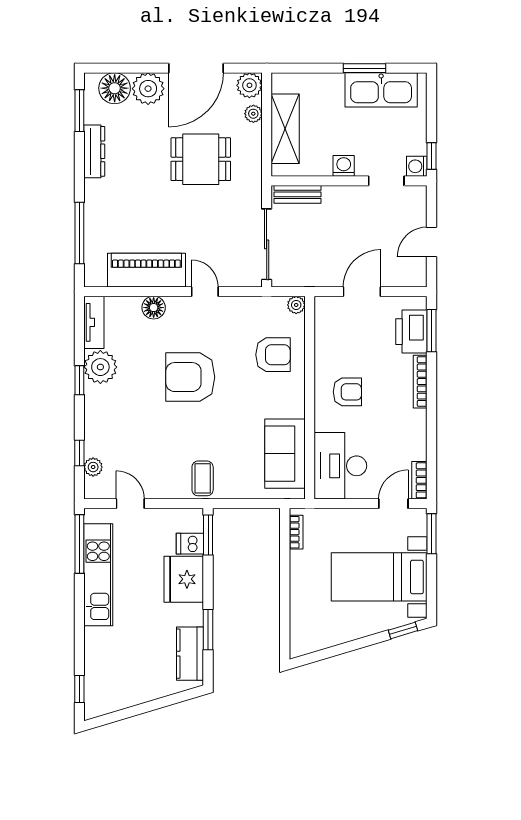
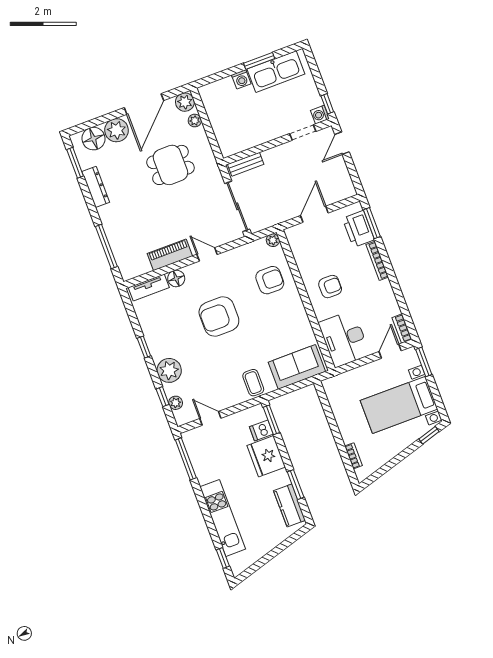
shelving: (285, 129) -> (220, 123), removed
washing machine: (344, 166) -> (241, 79), moved, turned 180
door: (431, 242) -> (342, 143), moved
piano: (146, 270) -> (170, 255), width x0.73, depth x0.75
tv unit: (94, 322) -> (149, 288), moved, turned 90
plant: (100, 367) -> (169, 370), moved
sofa: (285, 454) -> (297, 367), moved, turned 90
bookcase: (296, 532) -> (353, 456), moved
kitchen unit: (98, 575) -> (223, 518), moved

